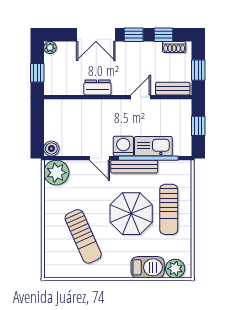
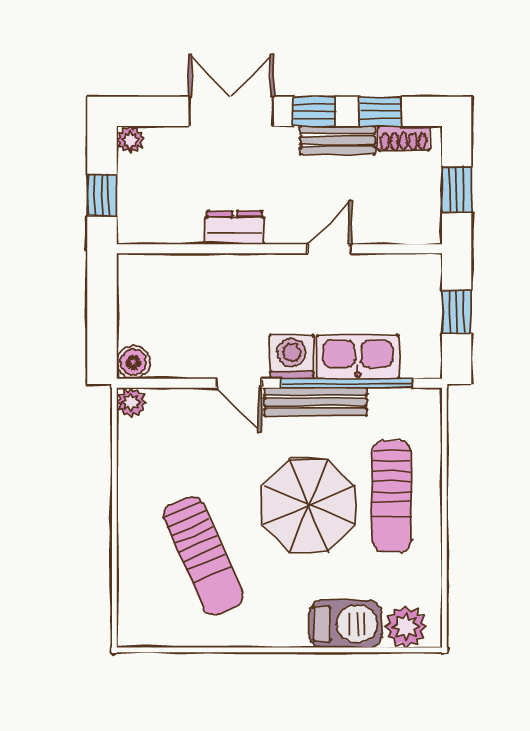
double door: (96, 35) -> (231, 111), swing flipped
bench: (173, 89) -> (338, 140), moved
plant: (56, 173) -> (131, 402), width x0.53, depth x0.53

